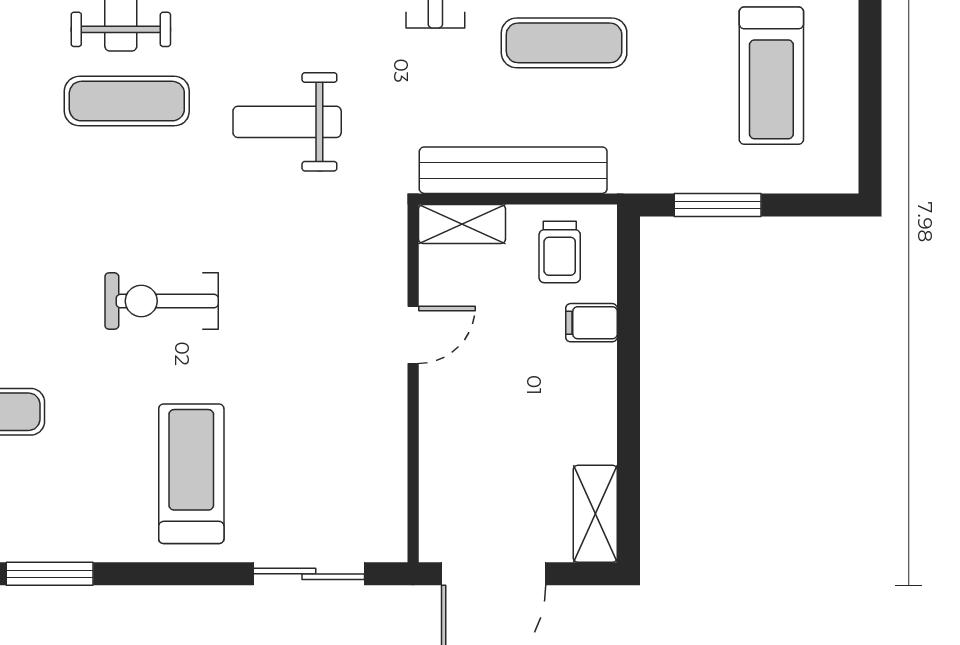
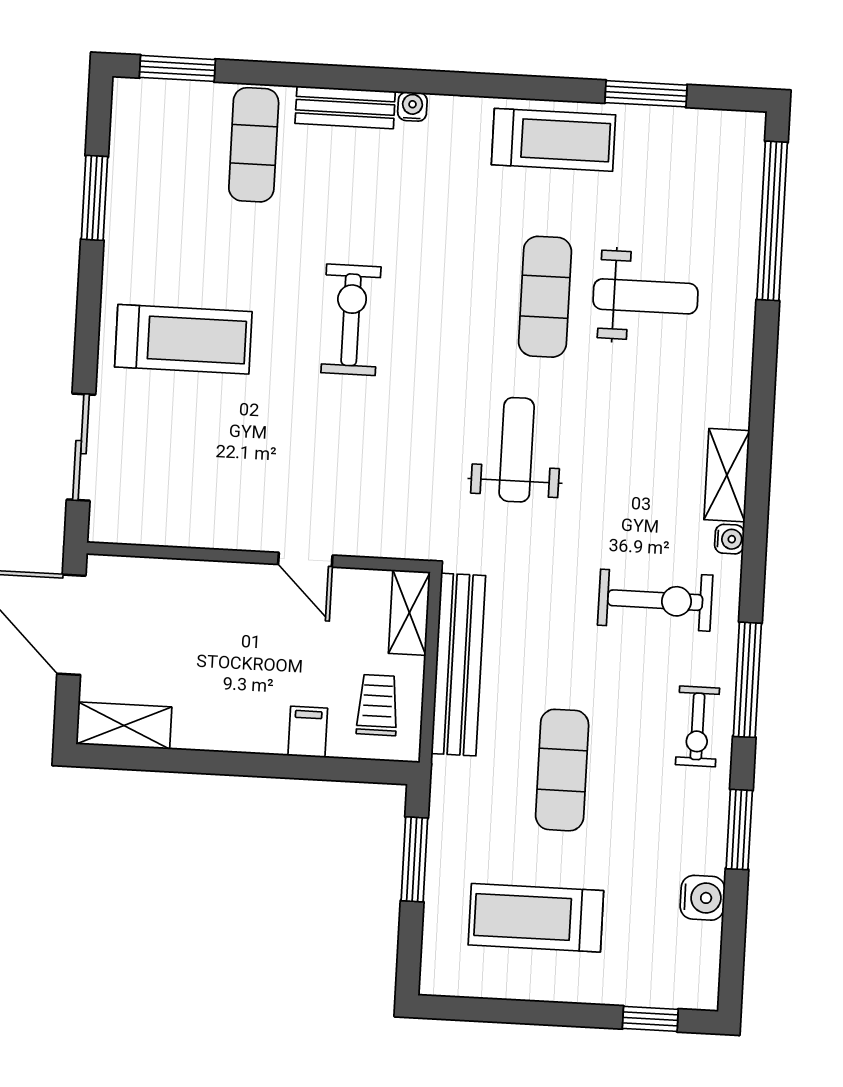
exercise mat: (564, 43) -> (562, 770), moved
trolley: (560, 252) -> (377, 705), turned 90

